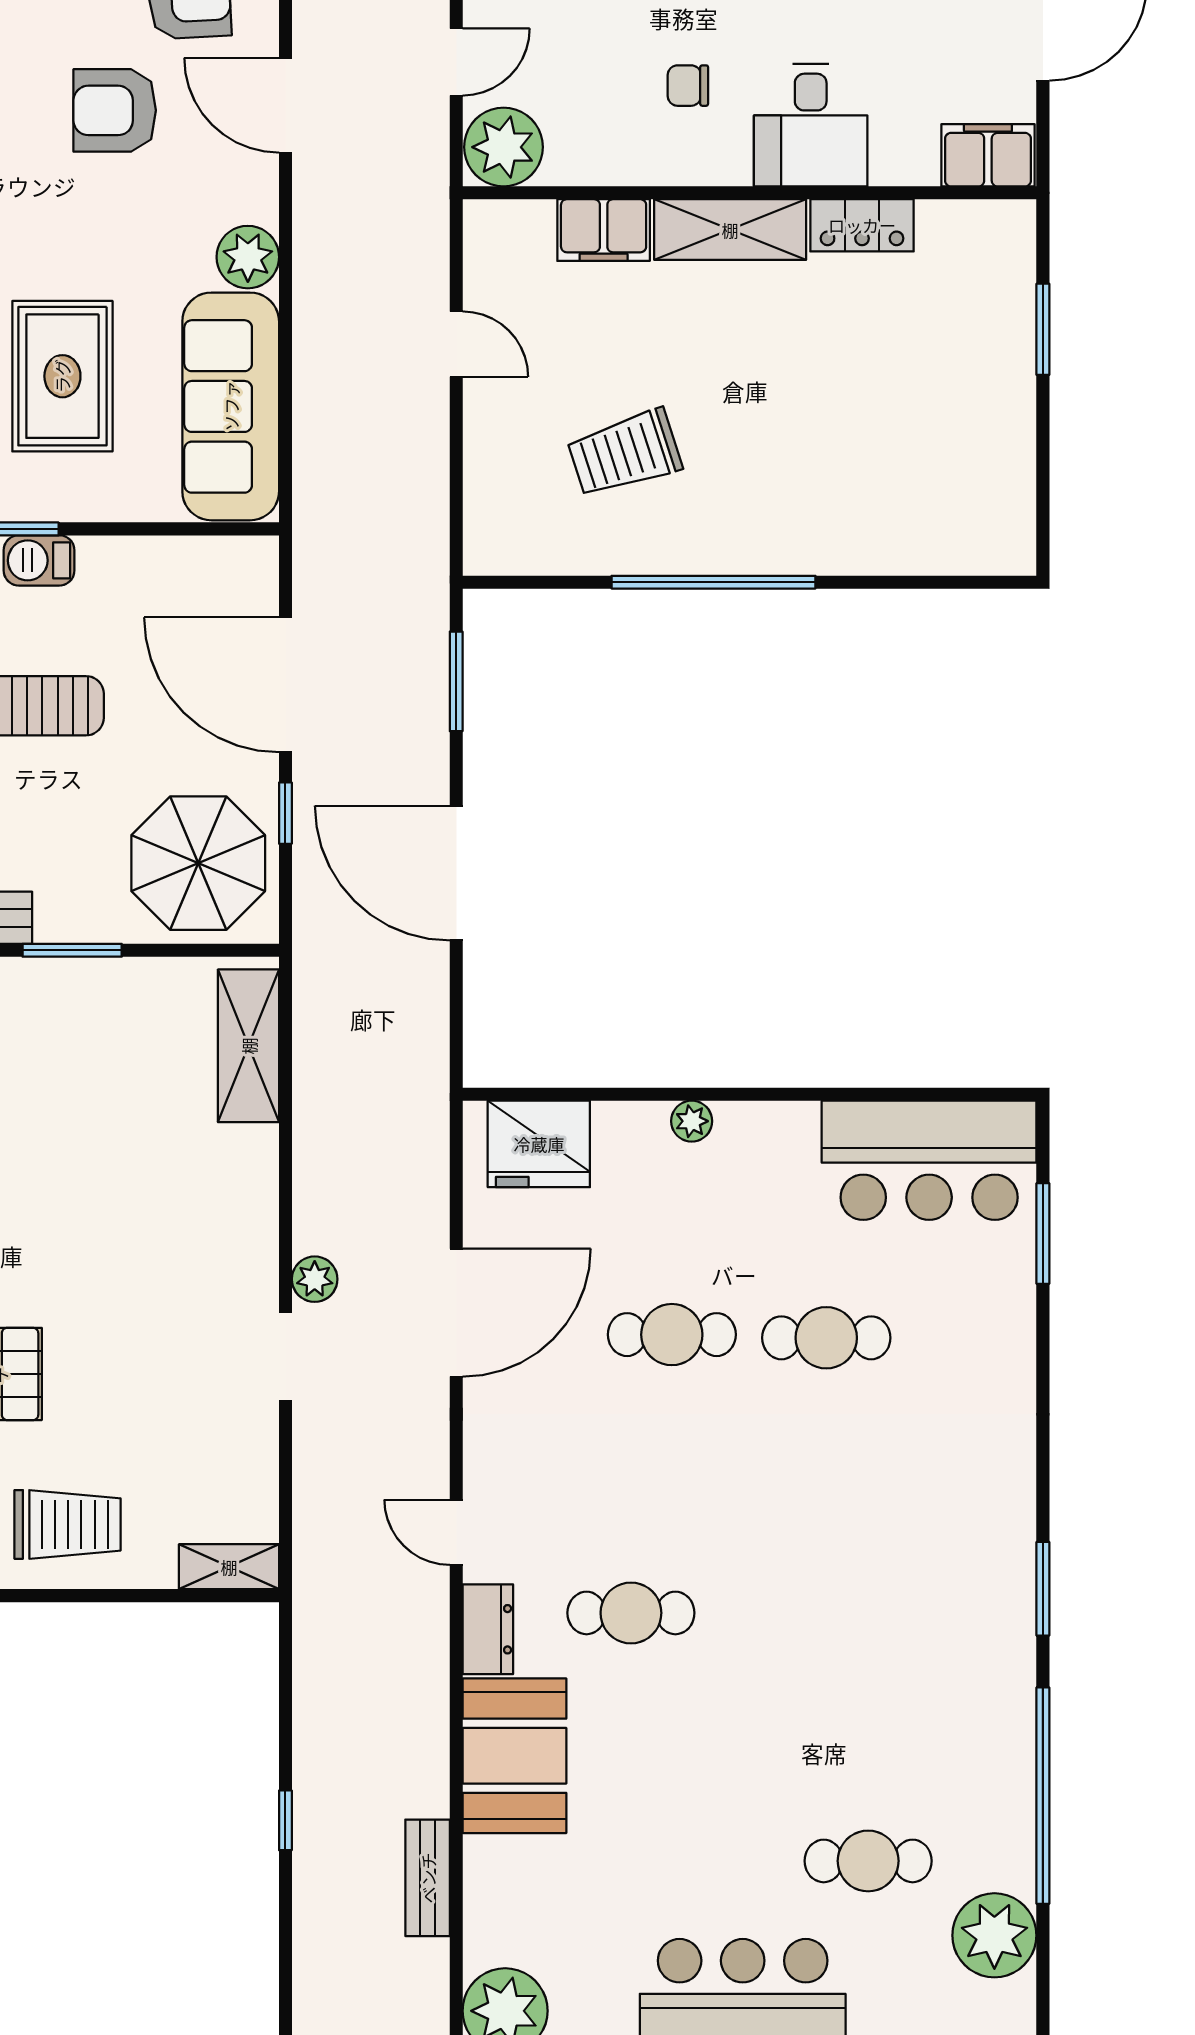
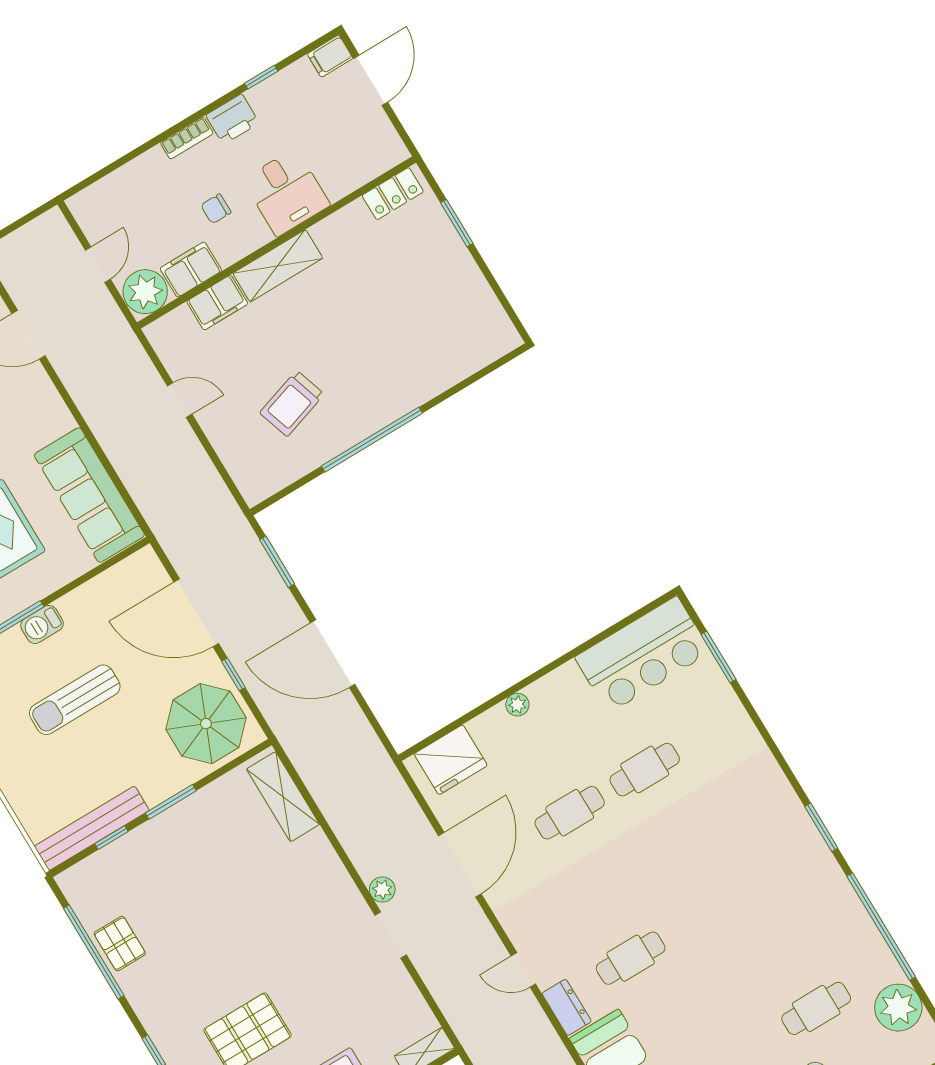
filing cabinet: (988, 155) -> (191, 270), moved
locker: (862, 225) -> (393, 194), moved
plant: (248, 257) -> (54, 418), removed

